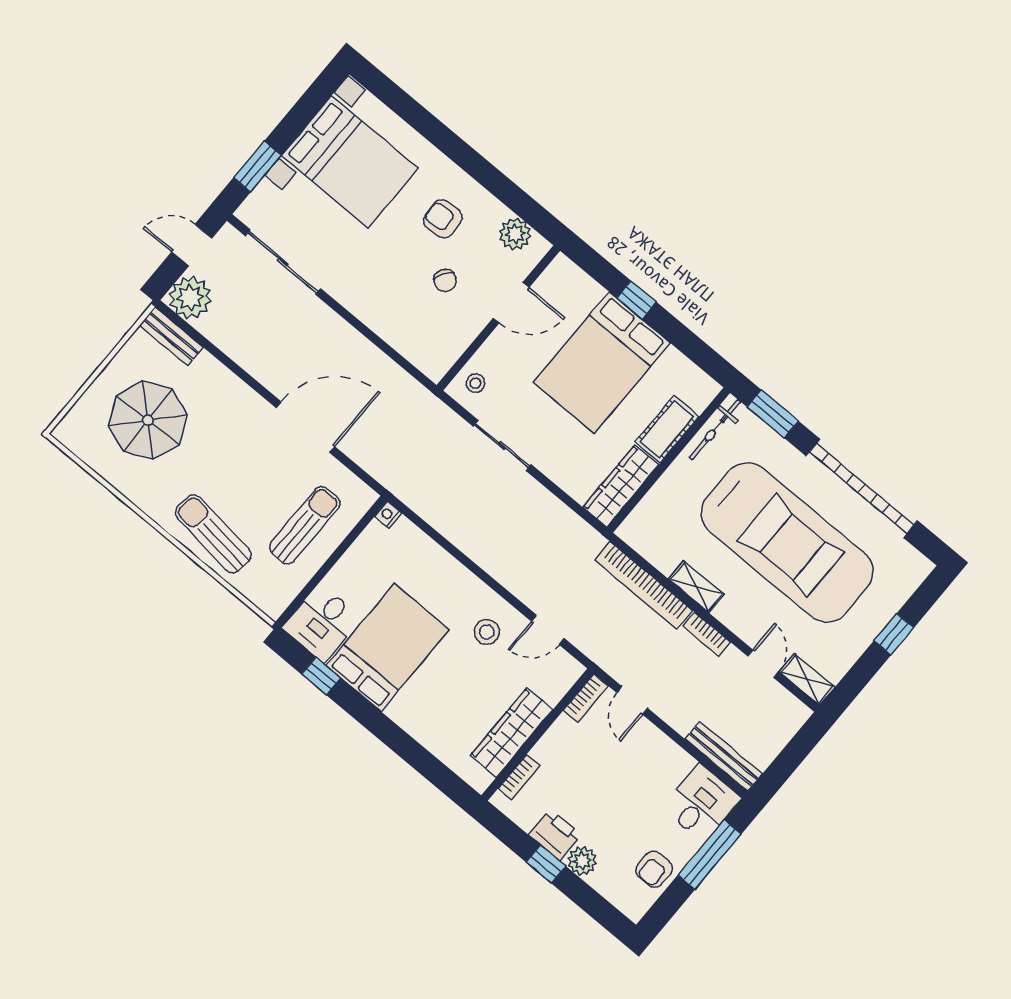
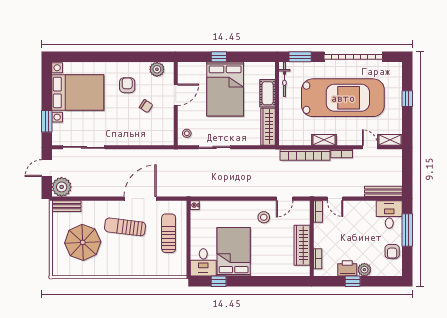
armchair: (443, 219) -> (127, 85), turned 94
sun lounger: (213, 534) -> (125, 227), moved

